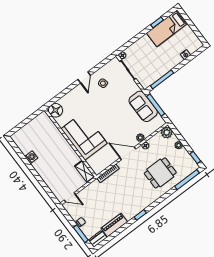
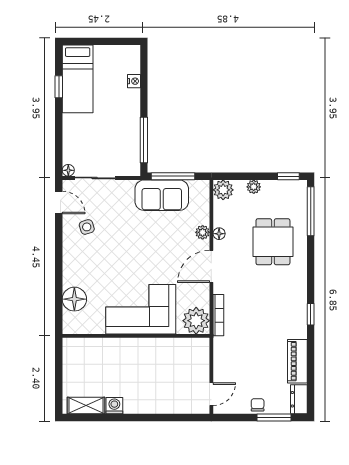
door: (84, 77) -> (59, 202), moved
floor lamp: (55, 110) -> (74, 299), moved
plant: (98, 165) -> (196, 321), added
shelving: (85, 171) -> (86, 406), moved

